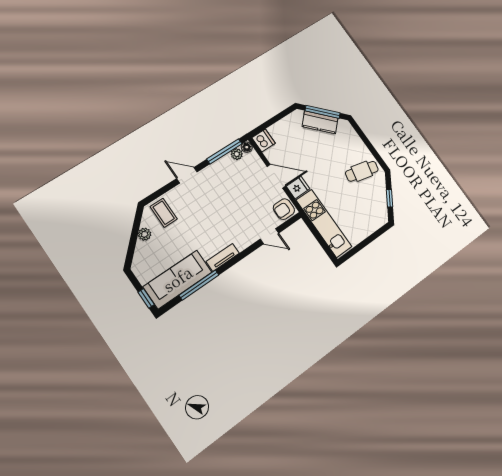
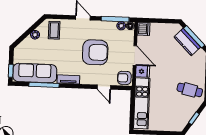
armchair: (230, 204) -> (95, 52), added

